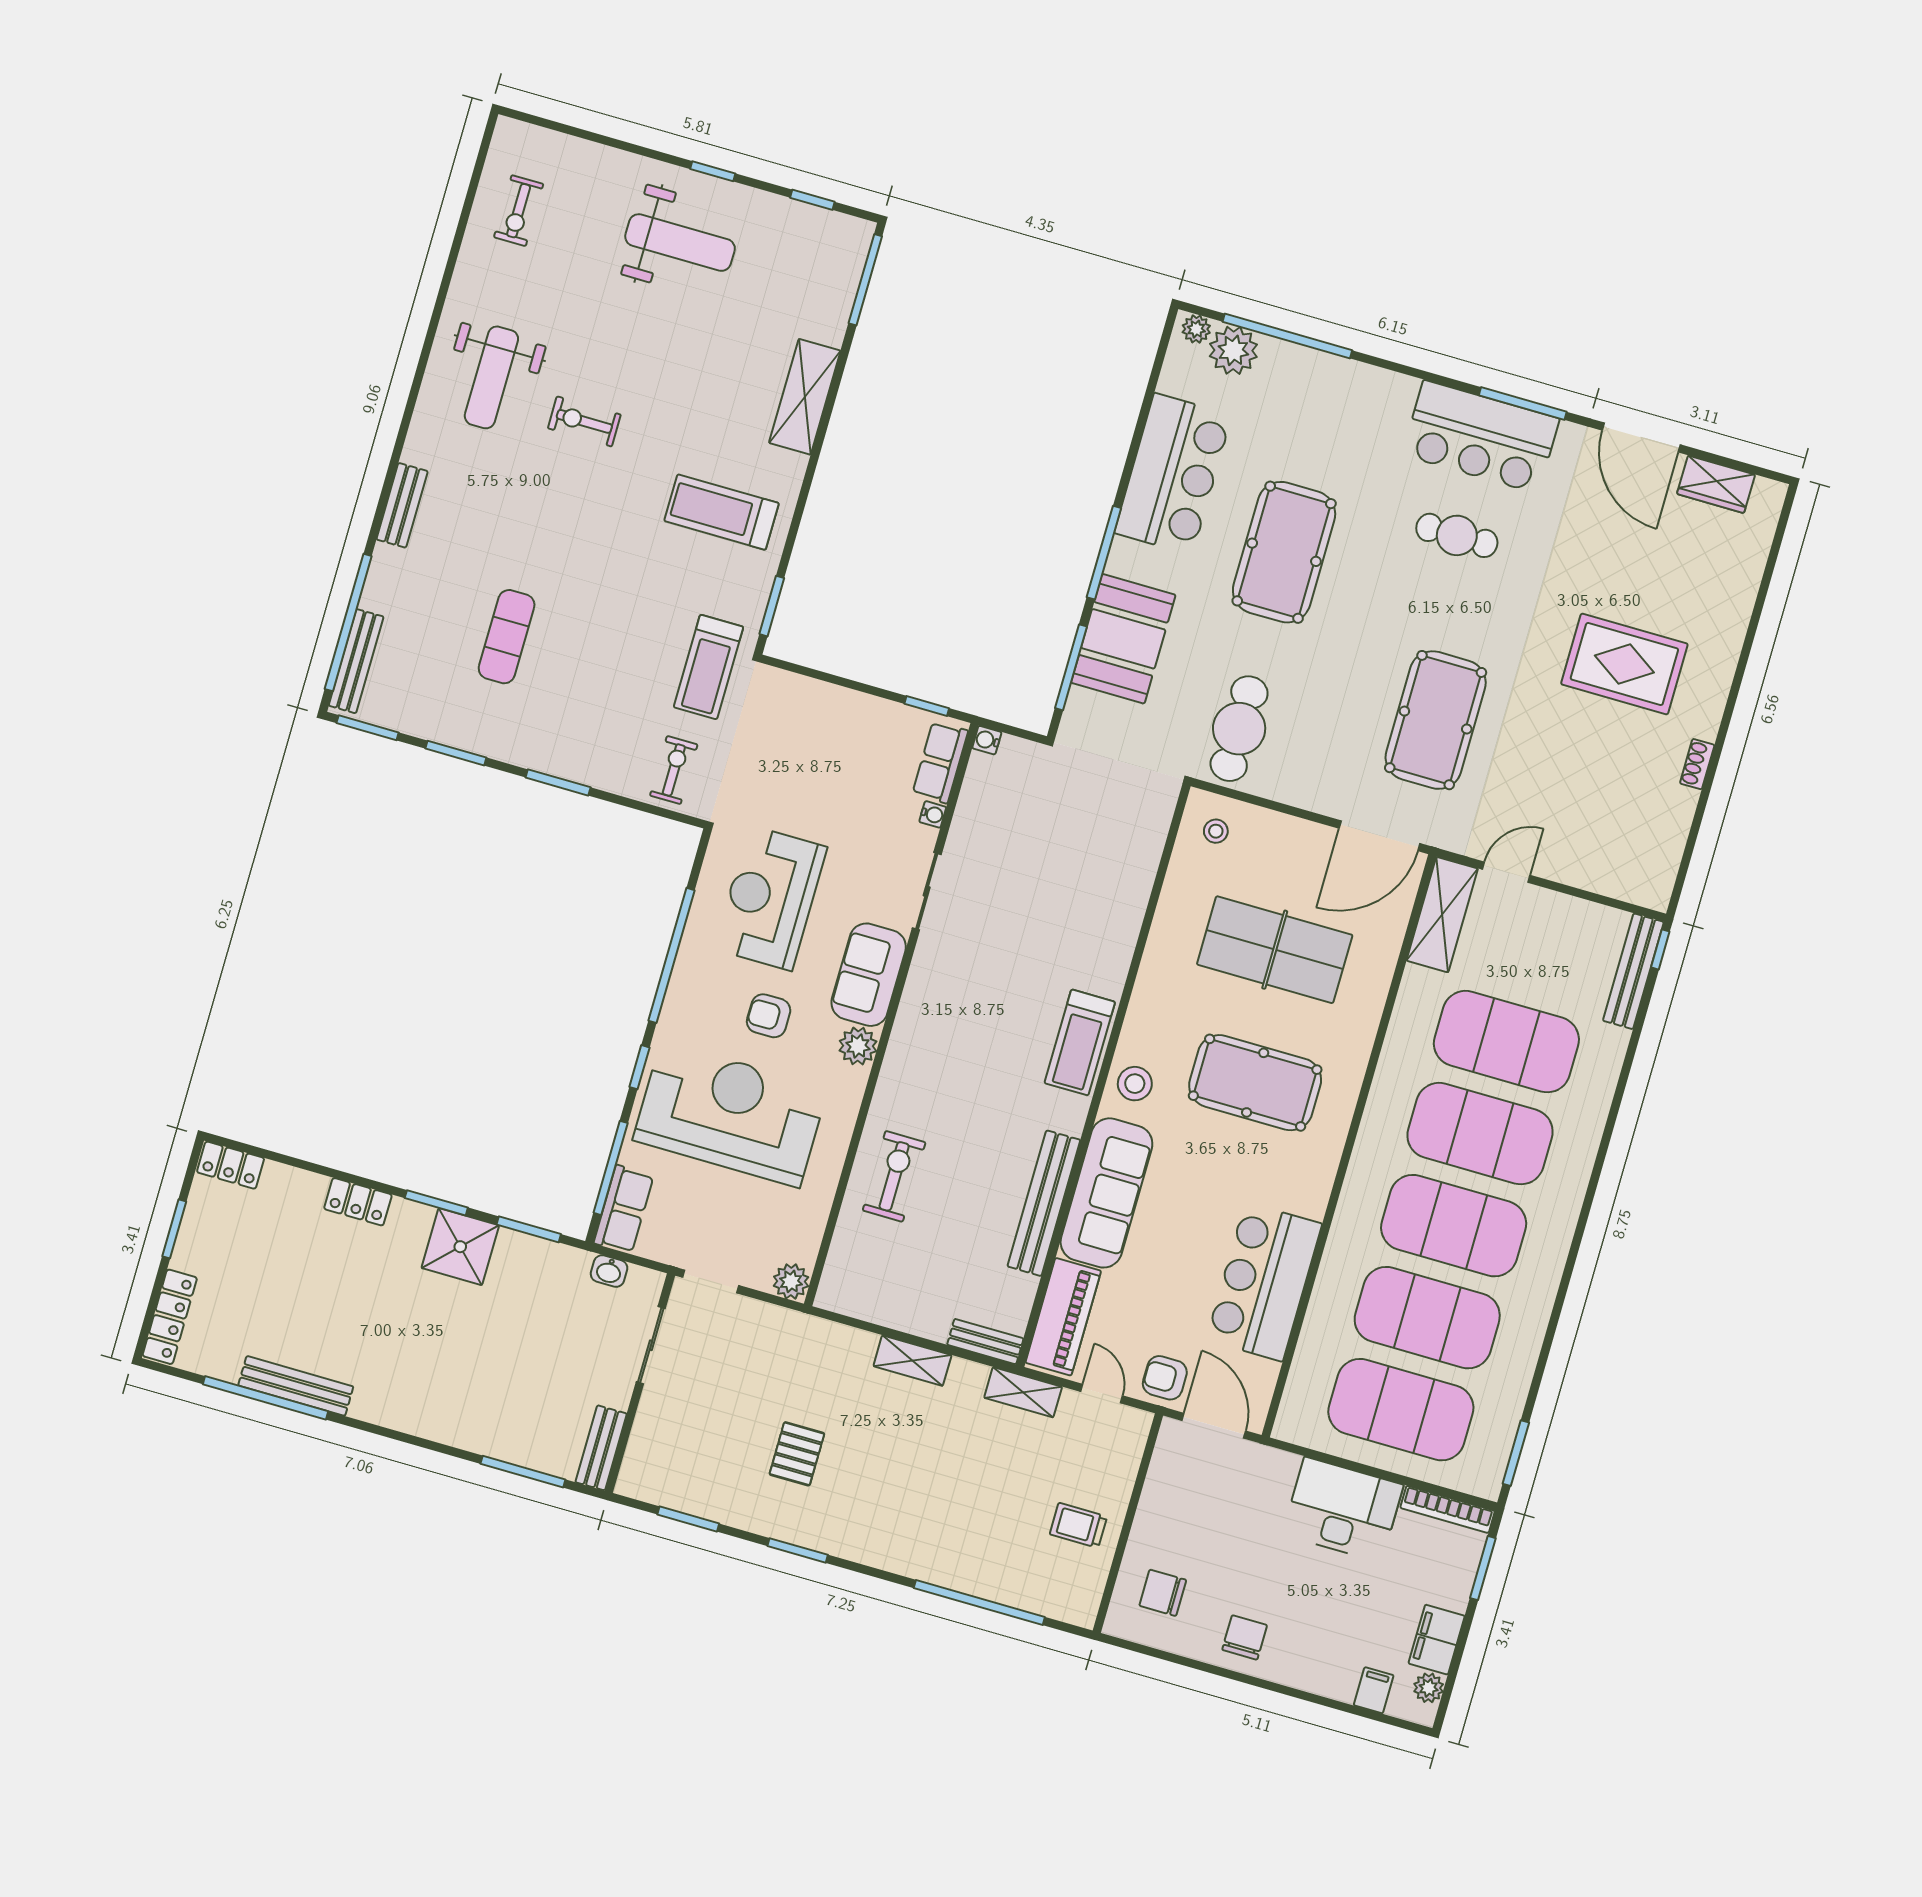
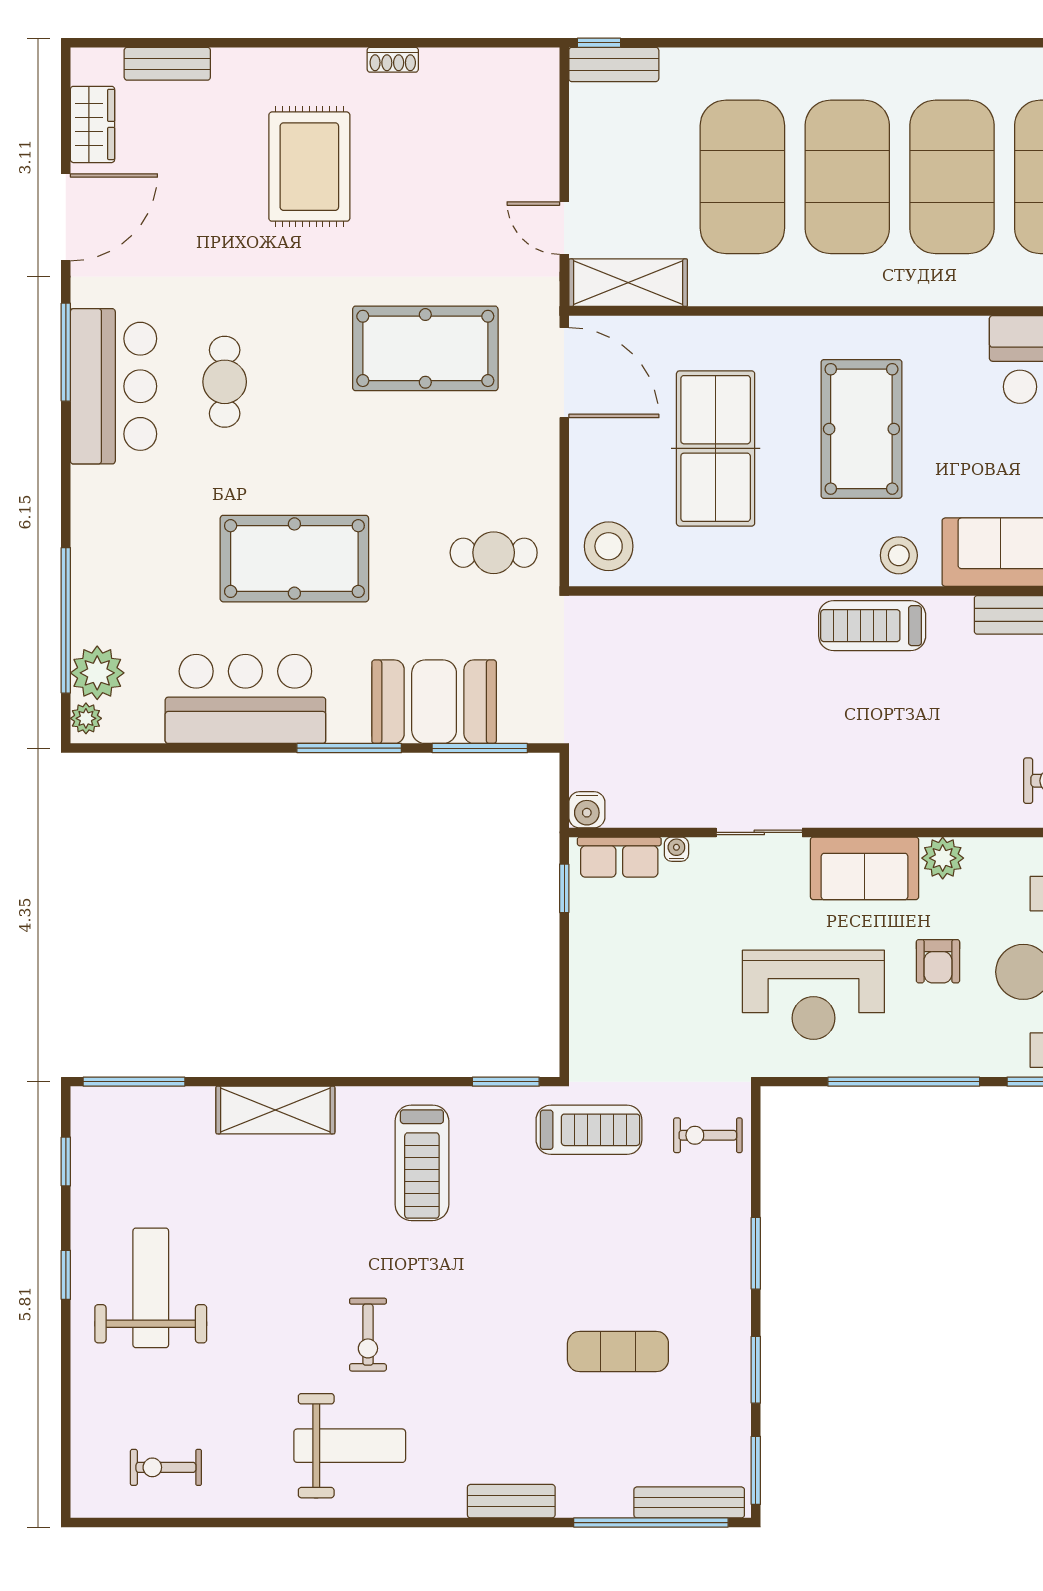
exercise bike: (519, 211) -> (166, 1467), turned 180
bench: (1750, 565) -> (167, 64), added
cafe table: (1239, 729) -> (494, 553), width x0.73, depth x0.74
water cooler: (987, 740) -> (587, 810), width x1.38, depth x1.38
stool: (1216, 831) -> (609, 546), width x1.89, depth x1.89
bench: (1633, 971) -> (614, 64), width x0.73
treadmill: (1080, 1042) -> (872, 626), turned 180

